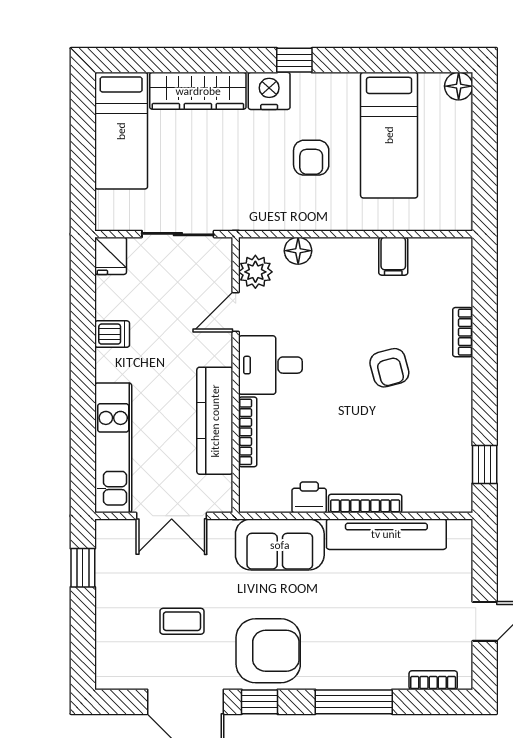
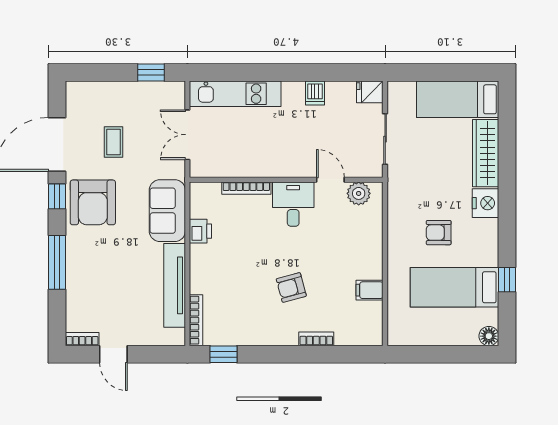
window: (294, 60) -> (507, 280), moved
floor lamp: (298, 251) -> (373, 223), removed
kitchen counter: (215, 421) -> (254, 165), removed
bookcase: (365, 504) -> (196, 320), moved
bookcase: (433, 680) -> (82, 339), moved, turned -90

